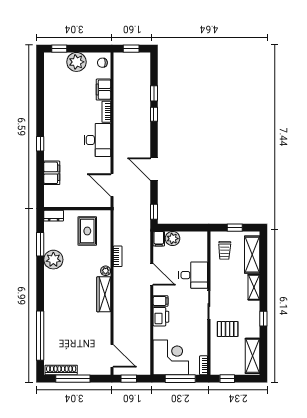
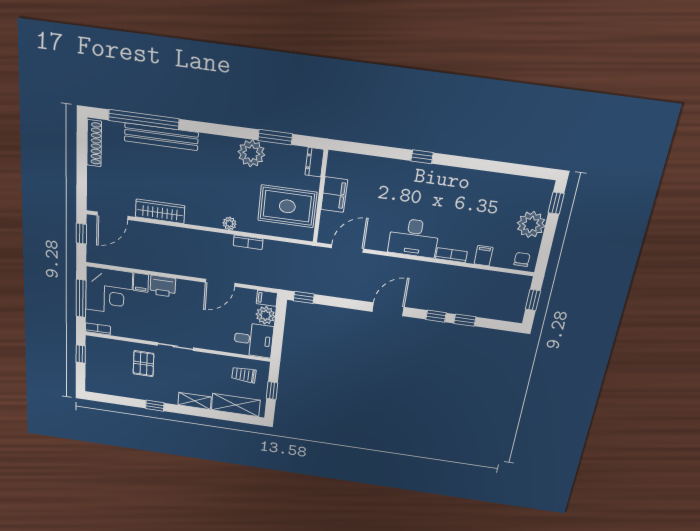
filing cabinet: (103, 90) -> (483, 256), width x0.50
door: (154, 169) -> (388, 309), moved
filing cabinet: (52, 173) -> (334, 195), moved, turned -90
rug: (87, 231) -> (287, 206), width x1.36, depth x1.43
desk: (193, 275) -> (254, 340), moved, turned -90
wardrobe: (104, 294) -> (160, 211), moved
filing cabinet: (161, 301) -> (141, 283), moved
bench: (50, 323) -> (161, 137), added
shelving: (252, 356) -> (109, 387), removed
window: (73, 379) -> (82, 158), removed

